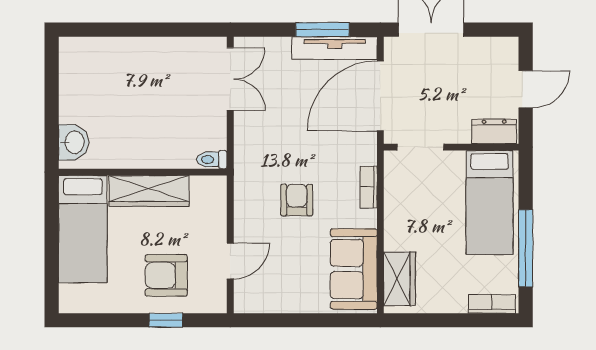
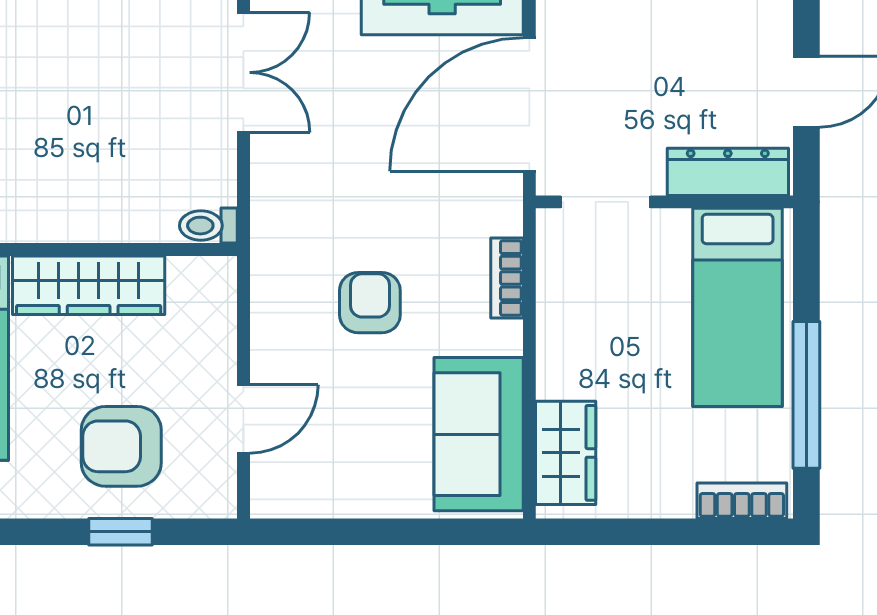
dresser: (494, 131) -> (728, 172), width x1.44

